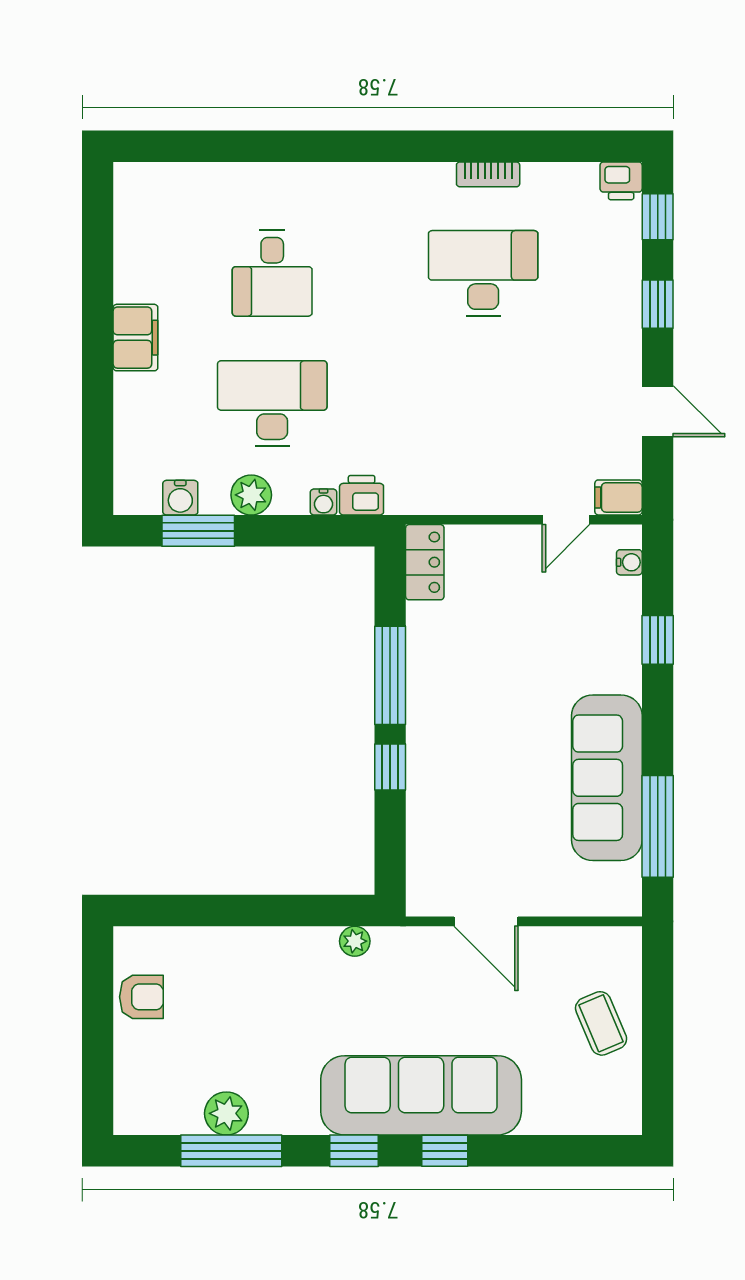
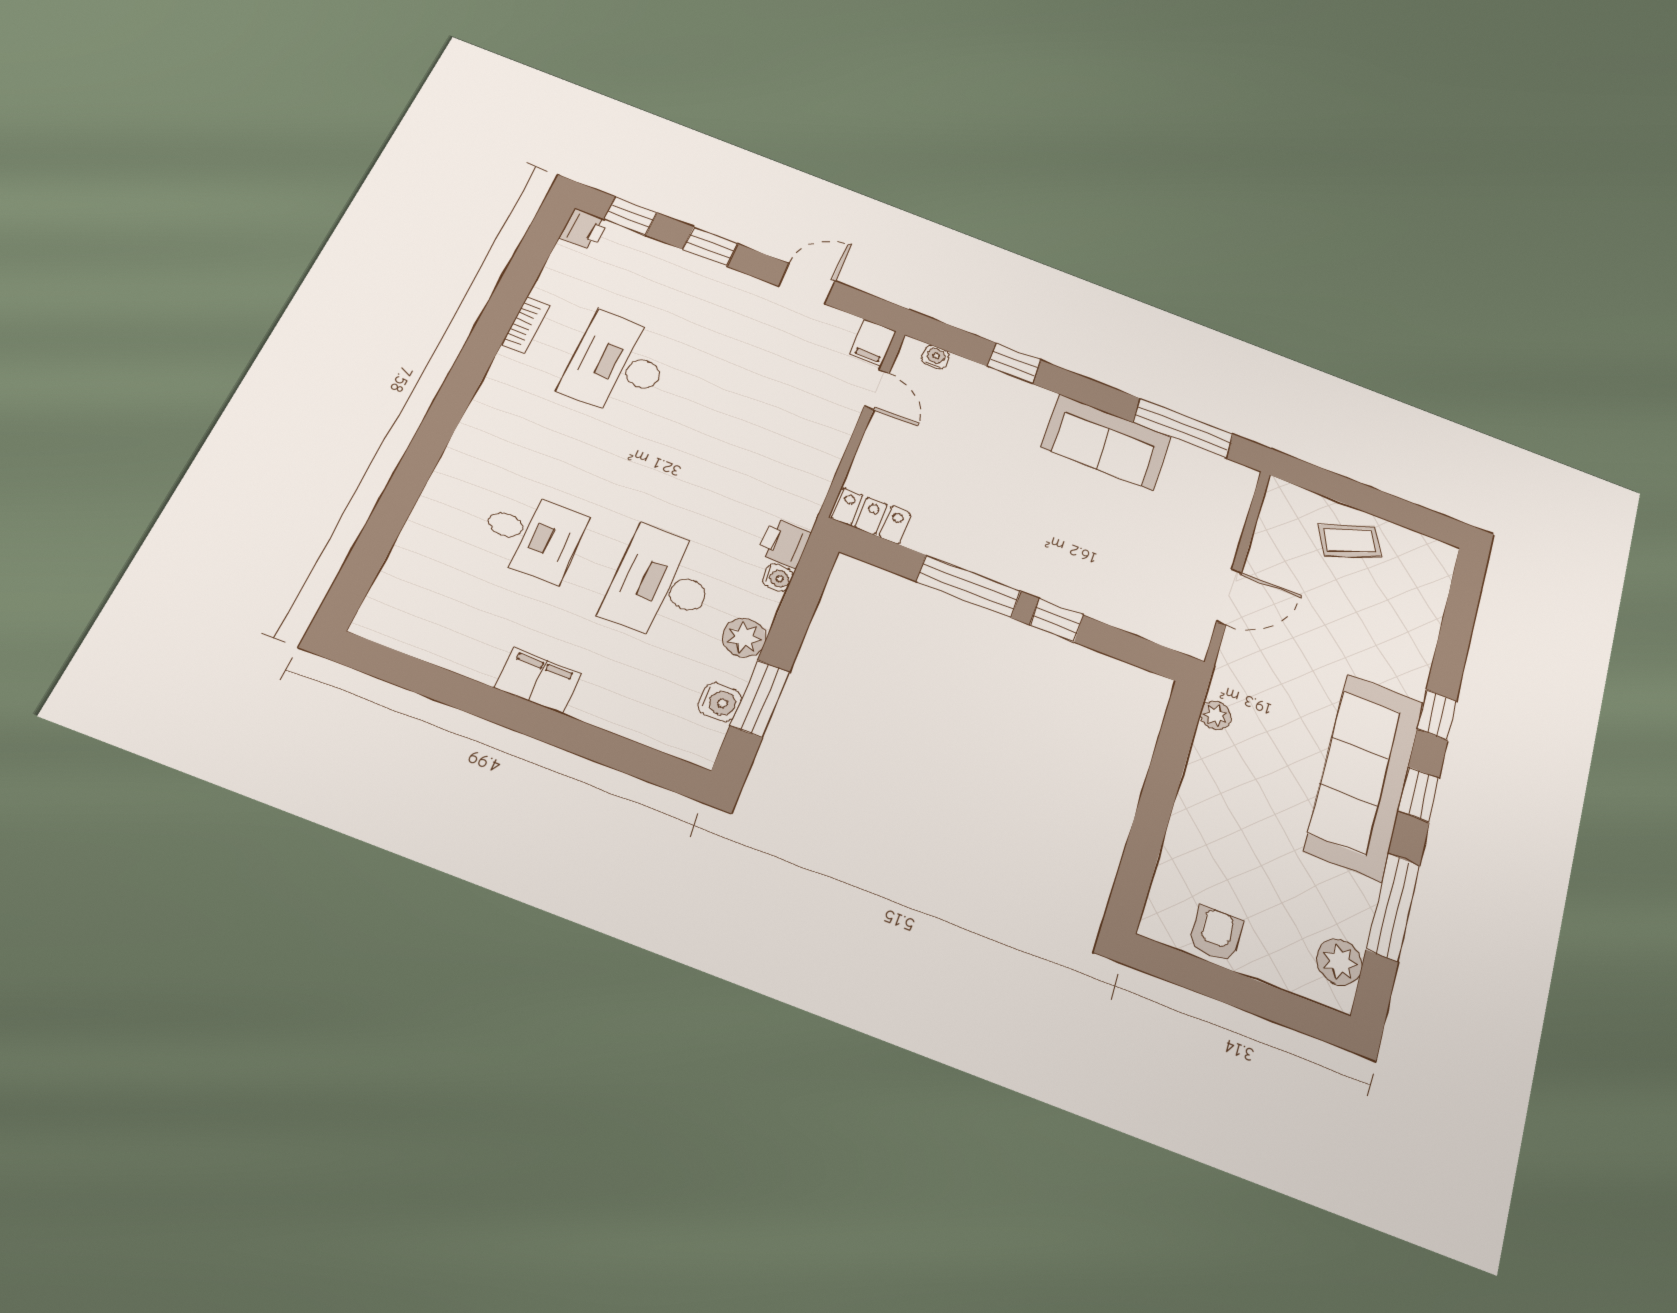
sofa: (607, 778) -> (1106, 442), width x0.73
sofa: (421, 1095) -> (1365, 776), moved
plant: (226, 1113) -> (1339, 962), moved

